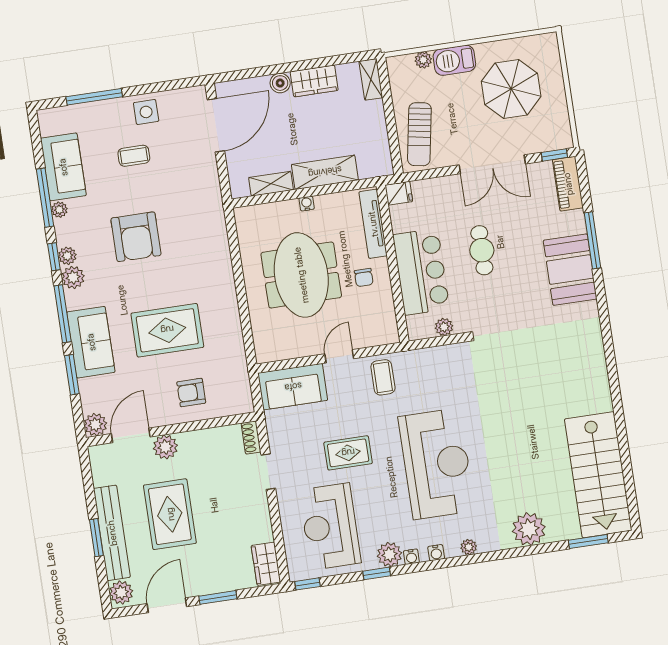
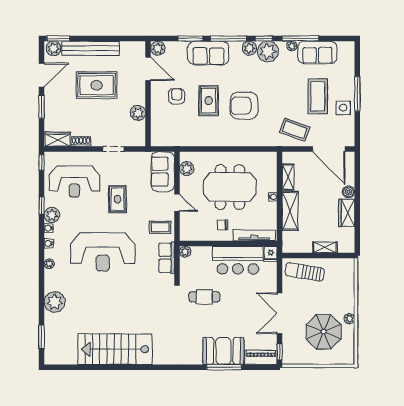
plant: (423, 60) -> (349, 319), moved
barbecue: (454, 60) -> (346, 300), removed
shelving: (371, 79) -> (325, 247), moved
window: (94, 97) -> (357, 94), moved
coffee table: (134, 156) -> (318, 96), width x1.86, depth x1.72
coffee table: (193, 184) -> (295, 130), added
armchair: (136, 237) -> (244, 106), moved
cafe table: (482, 250) -> (204, 297), moved
plant: (67, 256) -> (268, 52), width x1.88, depth x1.88
booth: (570, 270) -> (223, 351), moved
bar counter: (421, 272) -> (238, 260), moved
plant: (444, 327) -> (185, 252), moved
rug: (167, 330) -> (209, 101), width x0.73, depth x0.70
plant: (282, 349) -> (187, 169), added
row of seats: (430, 359) -> (167, 258), added
armchair: (191, 392) -> (177, 96), moved
shoe rack: (251, 438) -> (81, 142), moved
plant: (165, 447) -> (138, 113), moved
stairs: (598, 475) -> (115, 349), moved
reception desk: (330, 527) -> (74, 181), turned 180
window: (96, 538) -> (58, 38), moved
door: (167, 605) -> (42, 75), hinge flipped

